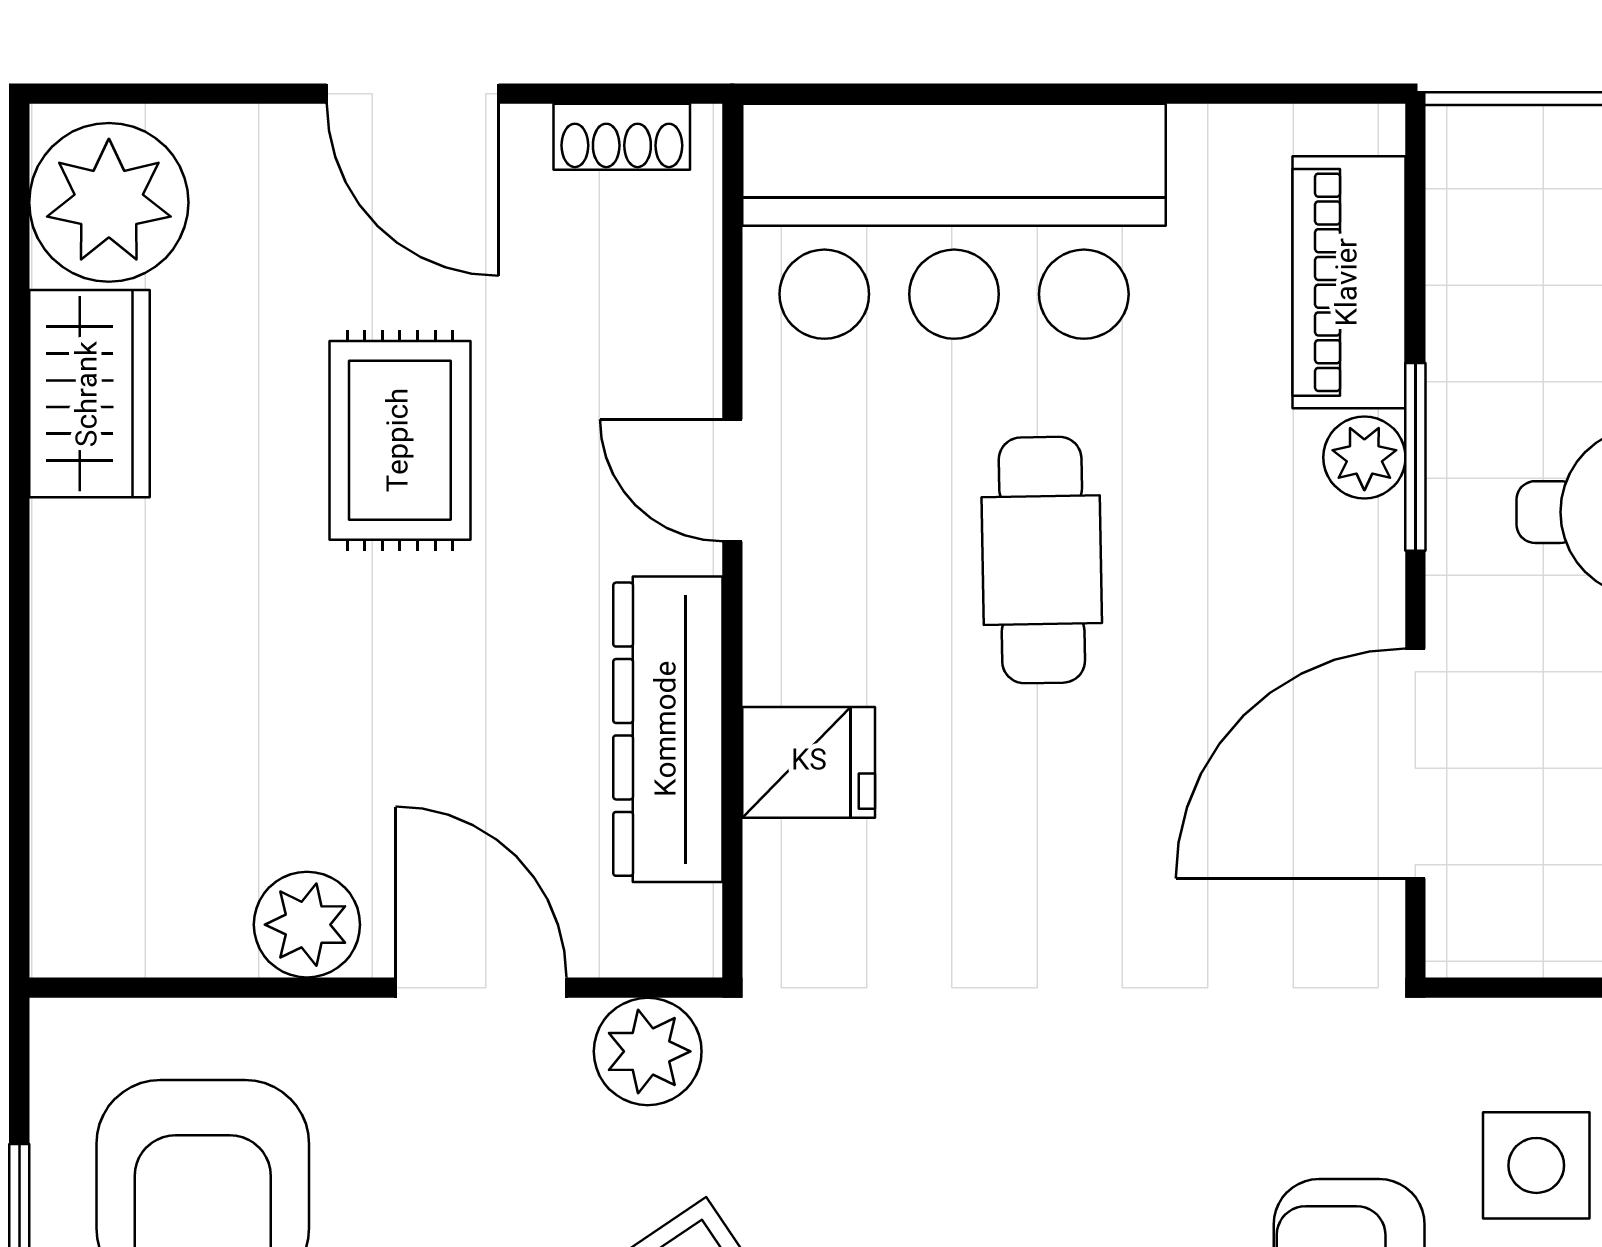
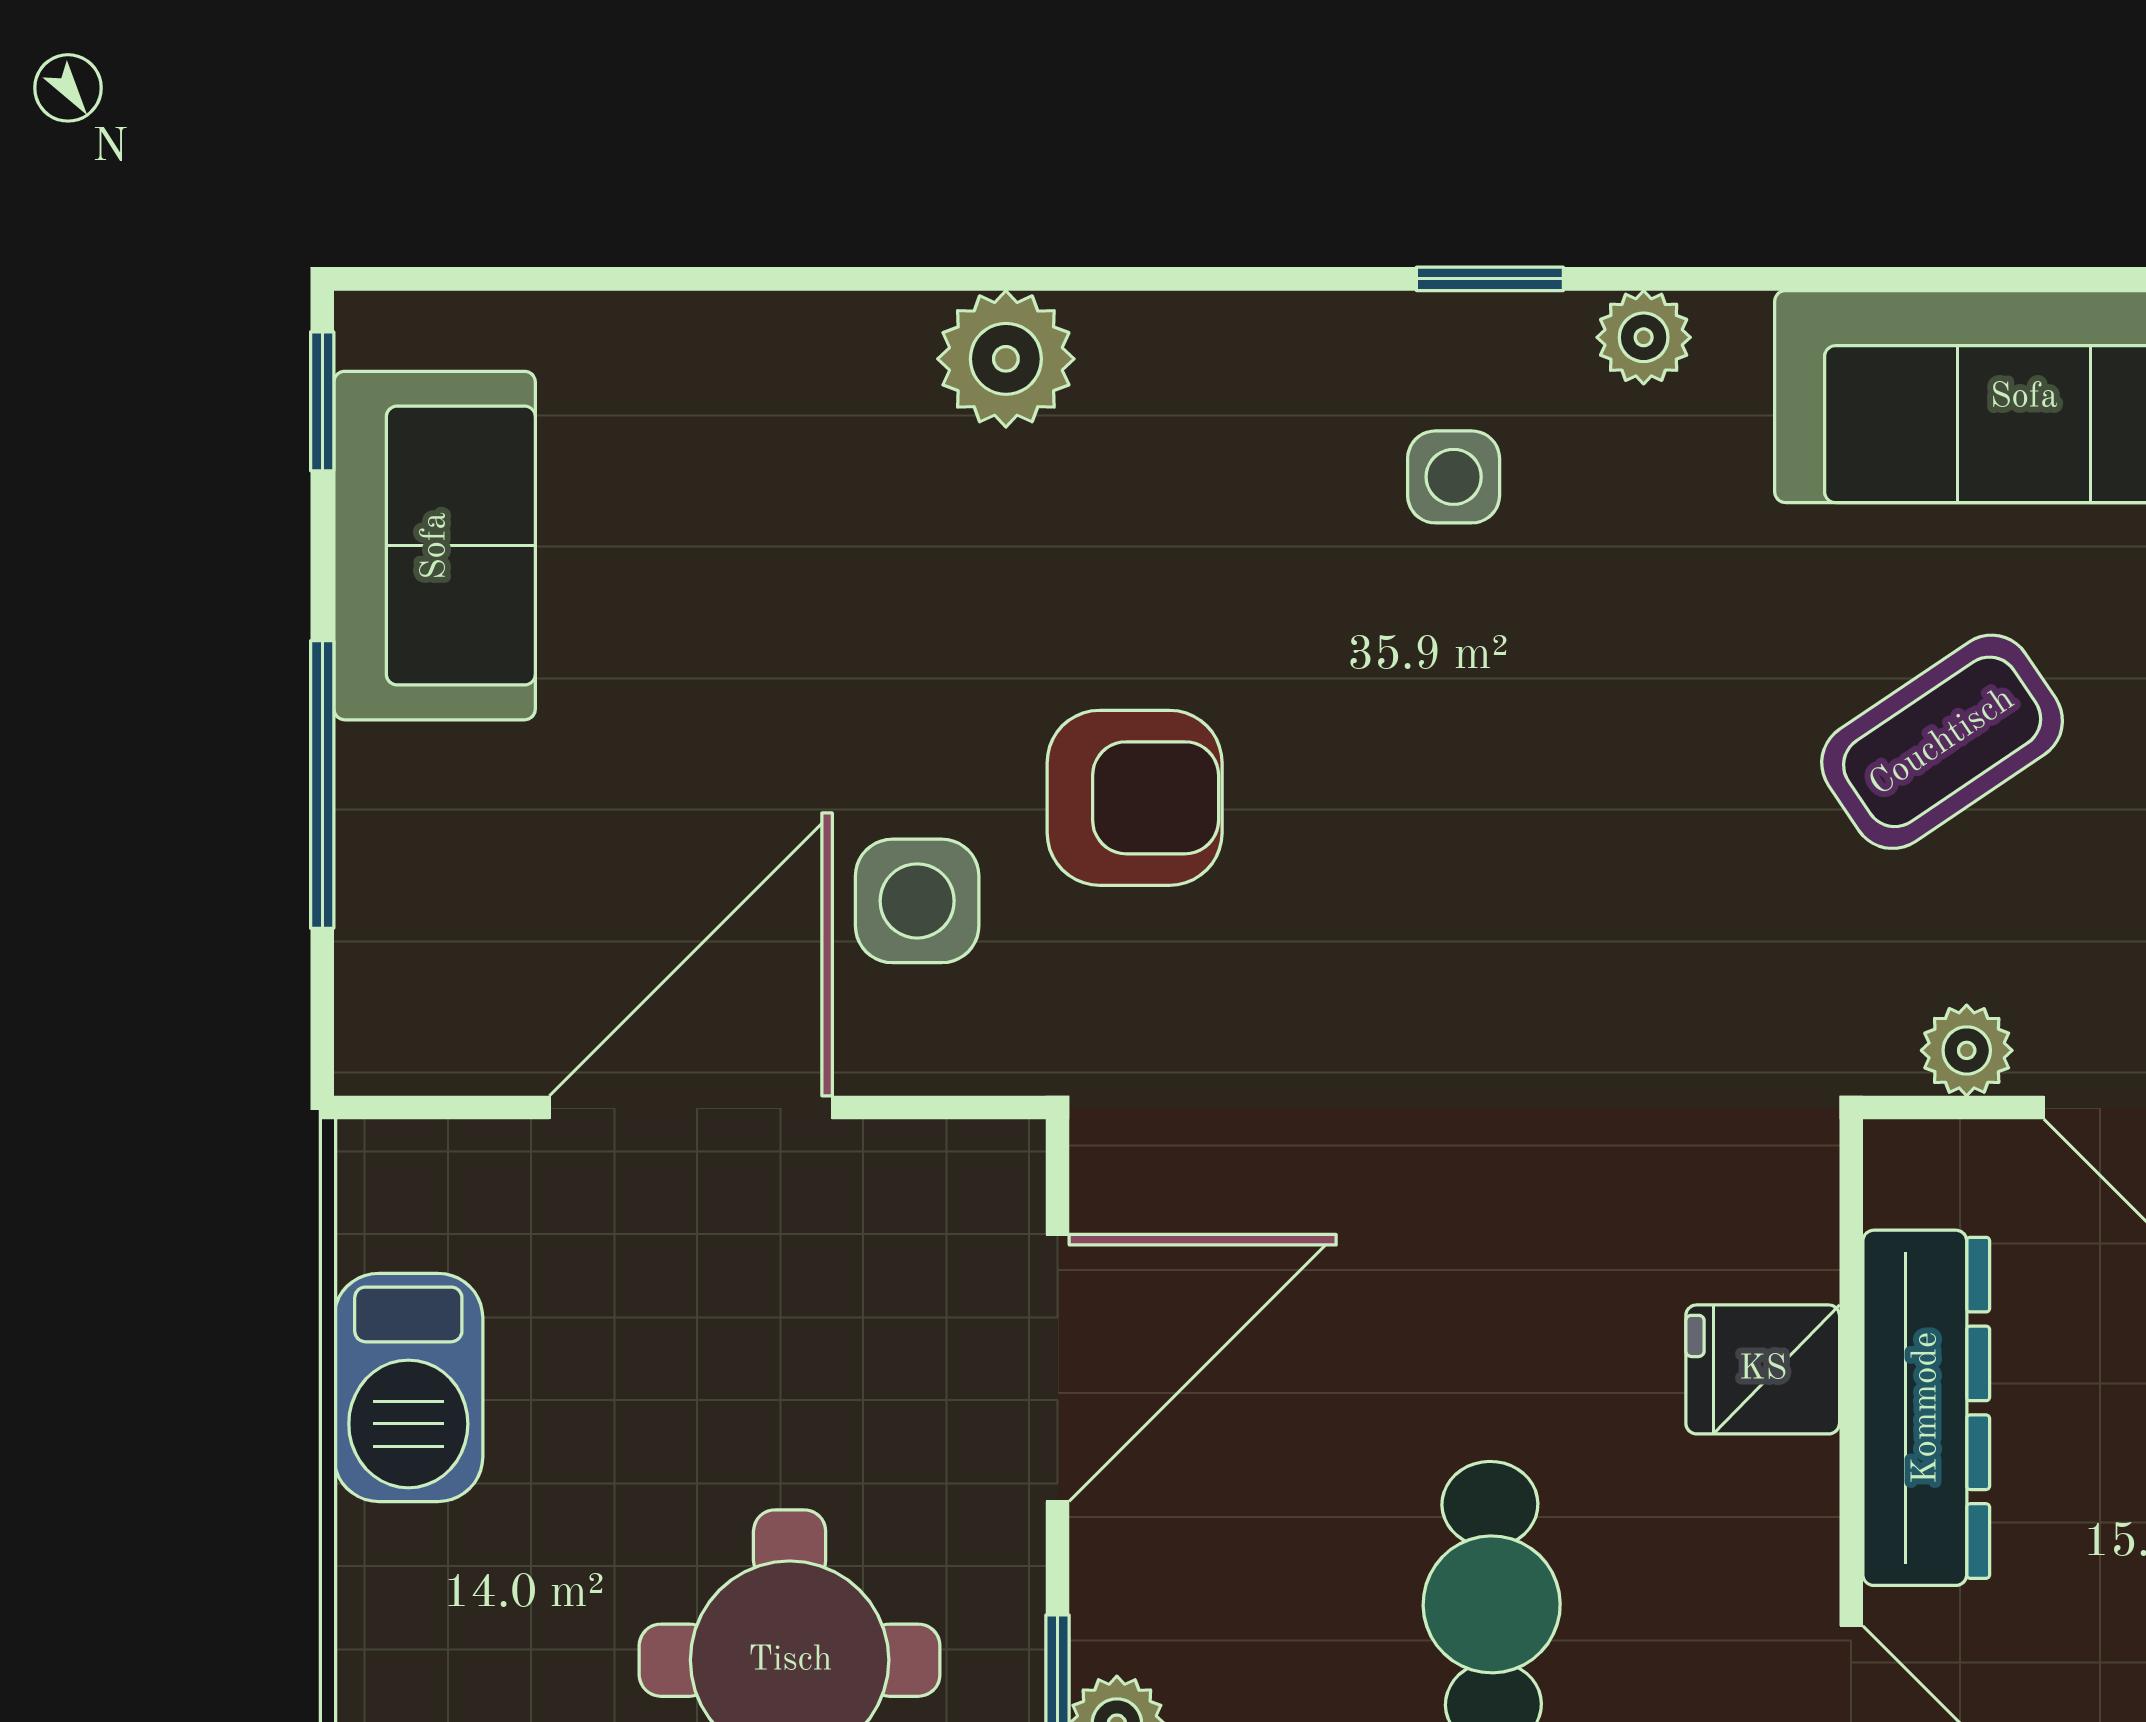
plant: (648, 1051) -> (1967, 1050), width x0.73, depth x0.73

